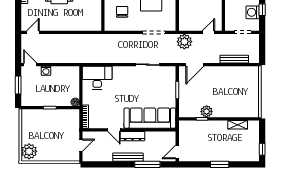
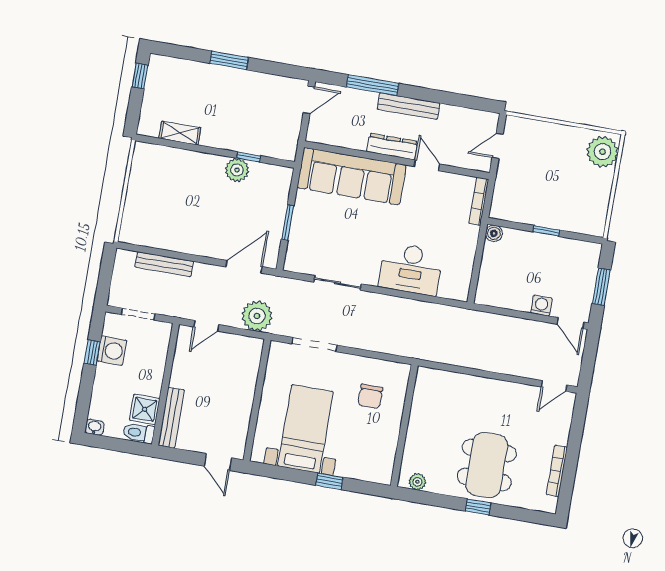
desk: (97, 78) -> (411, 269), moved

